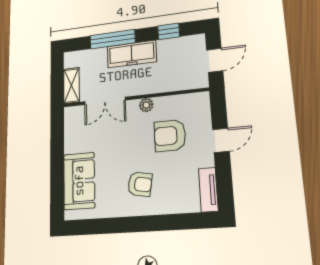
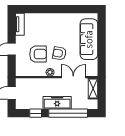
window: (112, 39) -> (68, 113), width x1.46
sofa: (79, 181) -> (89, 39), width x1.36
armchair: (140, 184) -> (59, 53), moved

